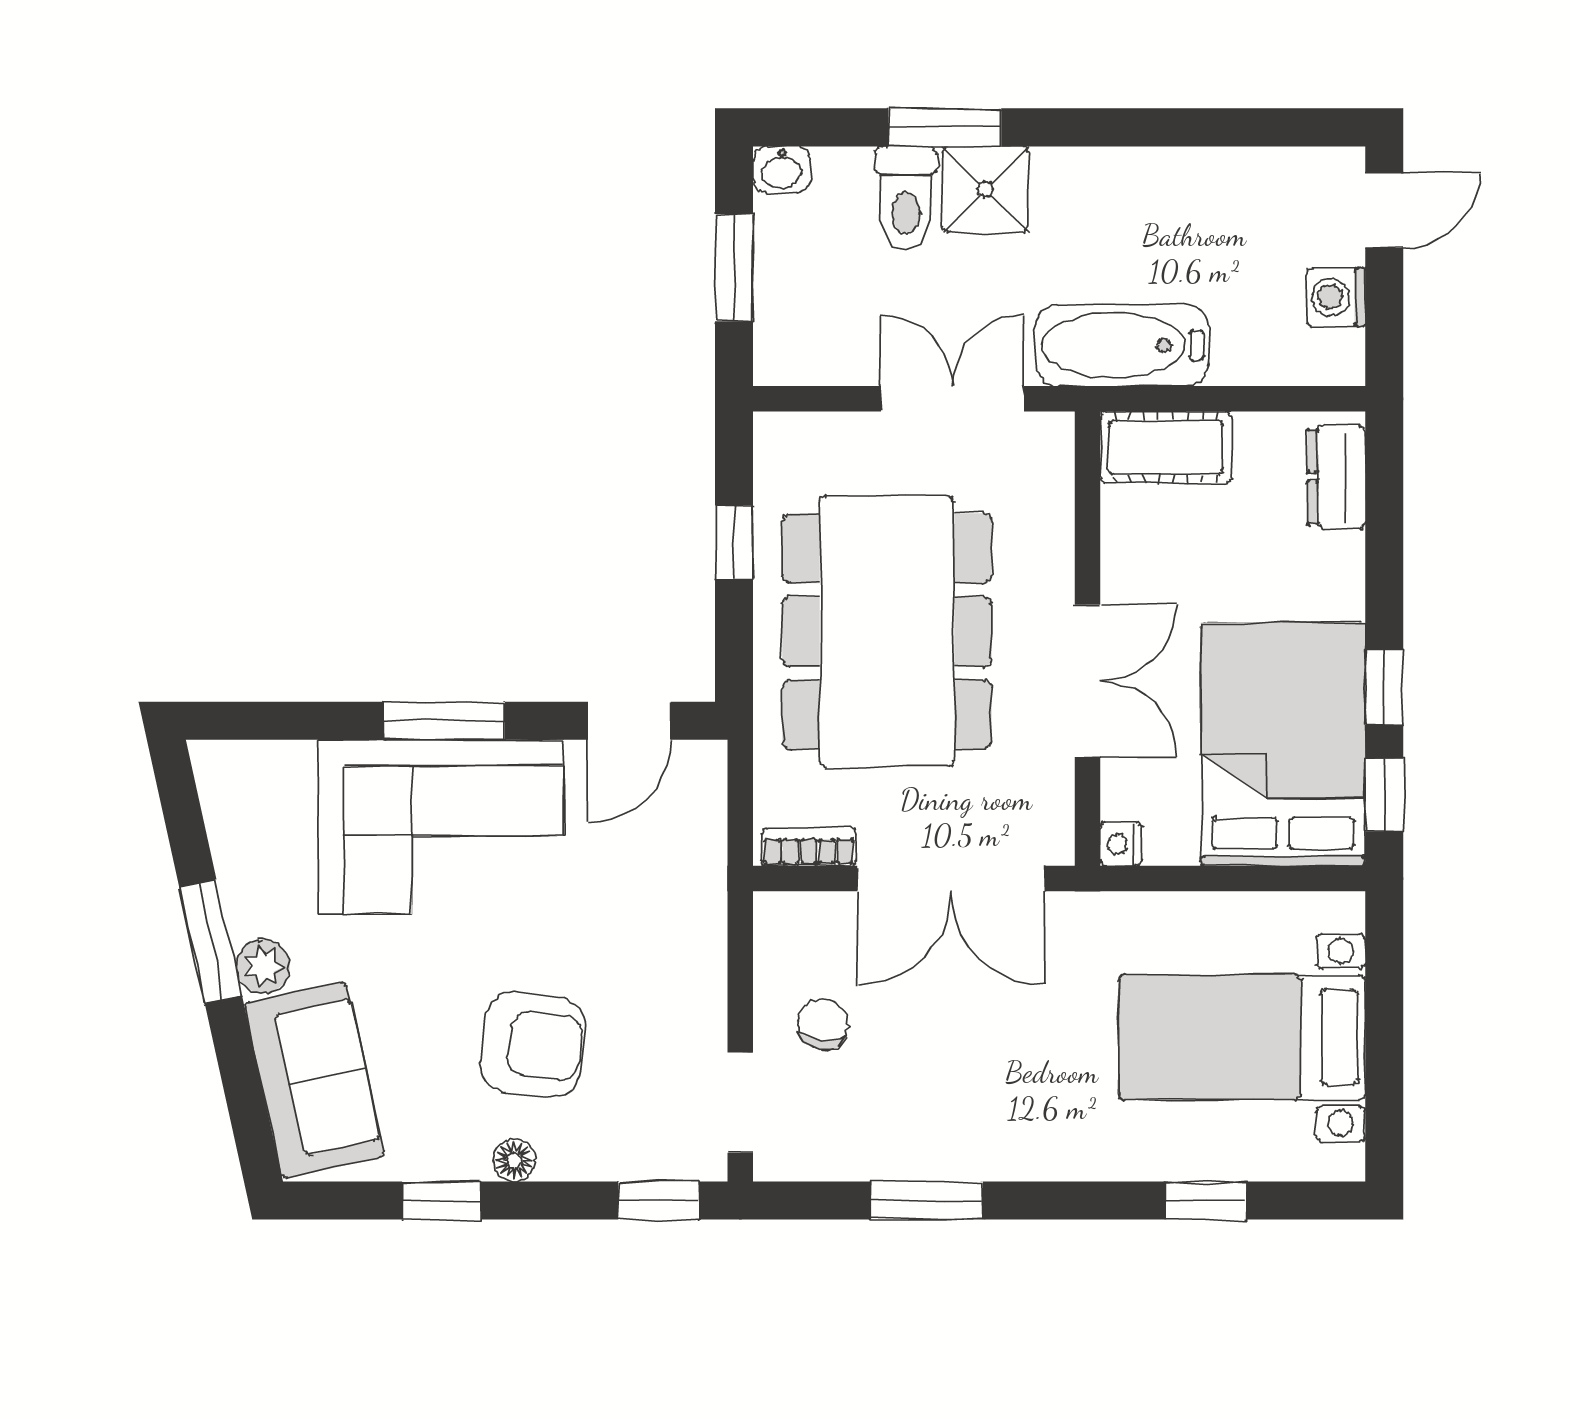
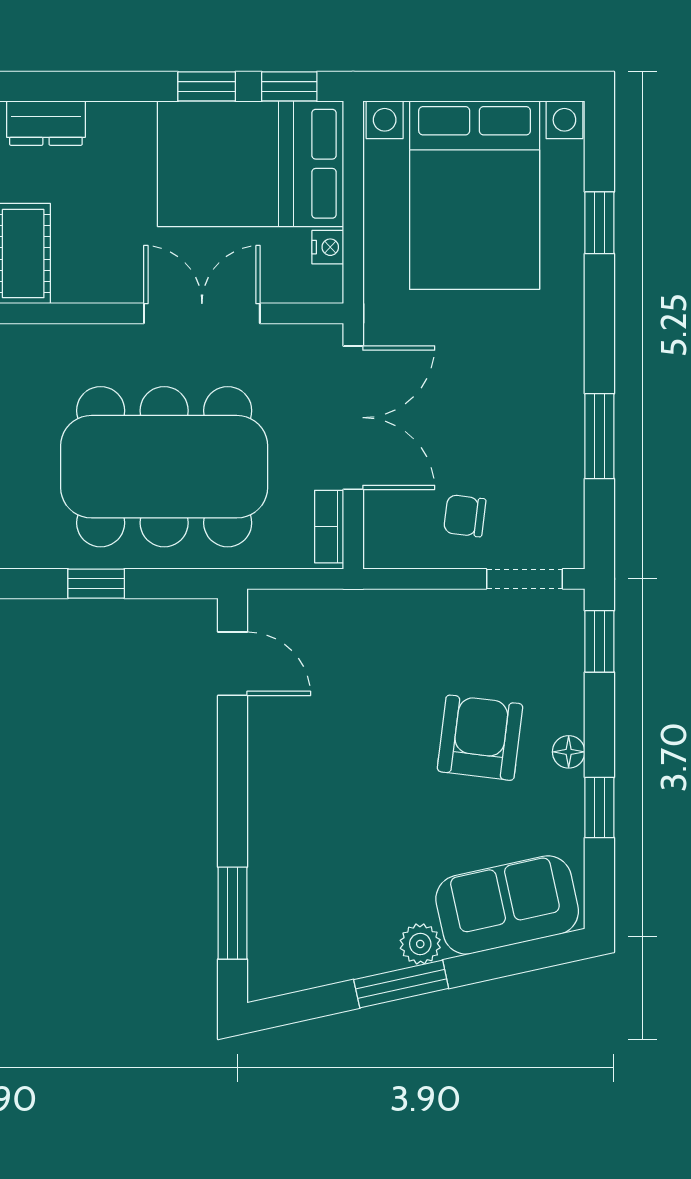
window: (444, 721) -> (233, 913), moved
corner sofa: (441, 827) -> (314, 808), removed
nightstand: (1121, 844) -> (328, 247), moved, turned -90
bed with nightstands: (1242, 1037) -> (475, 195), width x1.36

